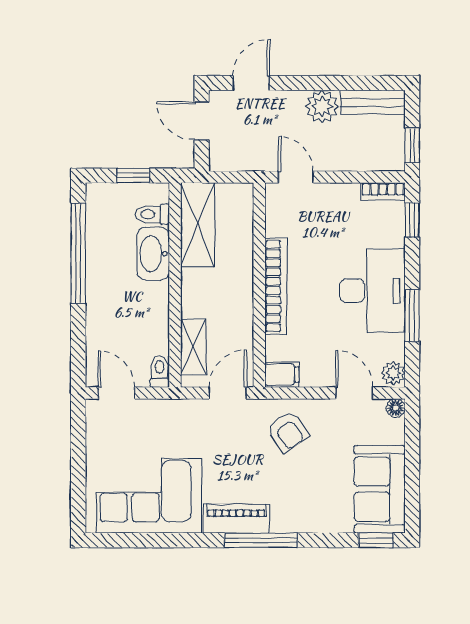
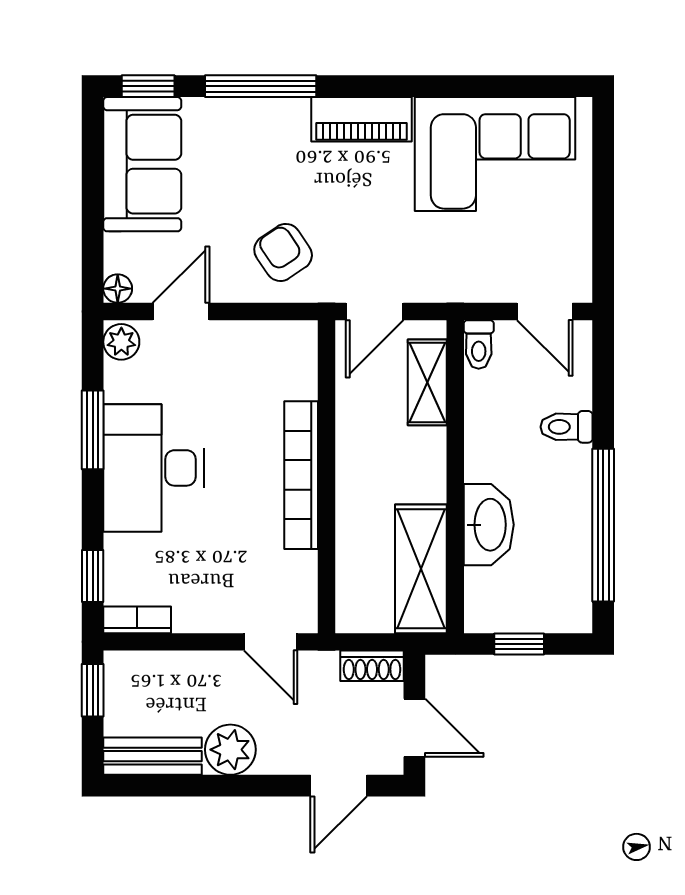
shoe rack: (229, 161) -> (372, 666), added
toilet: (152, 214) -> (567, 427), moved, turned 180
filing cabinet: (282, 375) -> (292, 340), removed
door: (354, 393) -> (181, 311), swing flipped
window: (261, 540) -> (261, 86), moved

